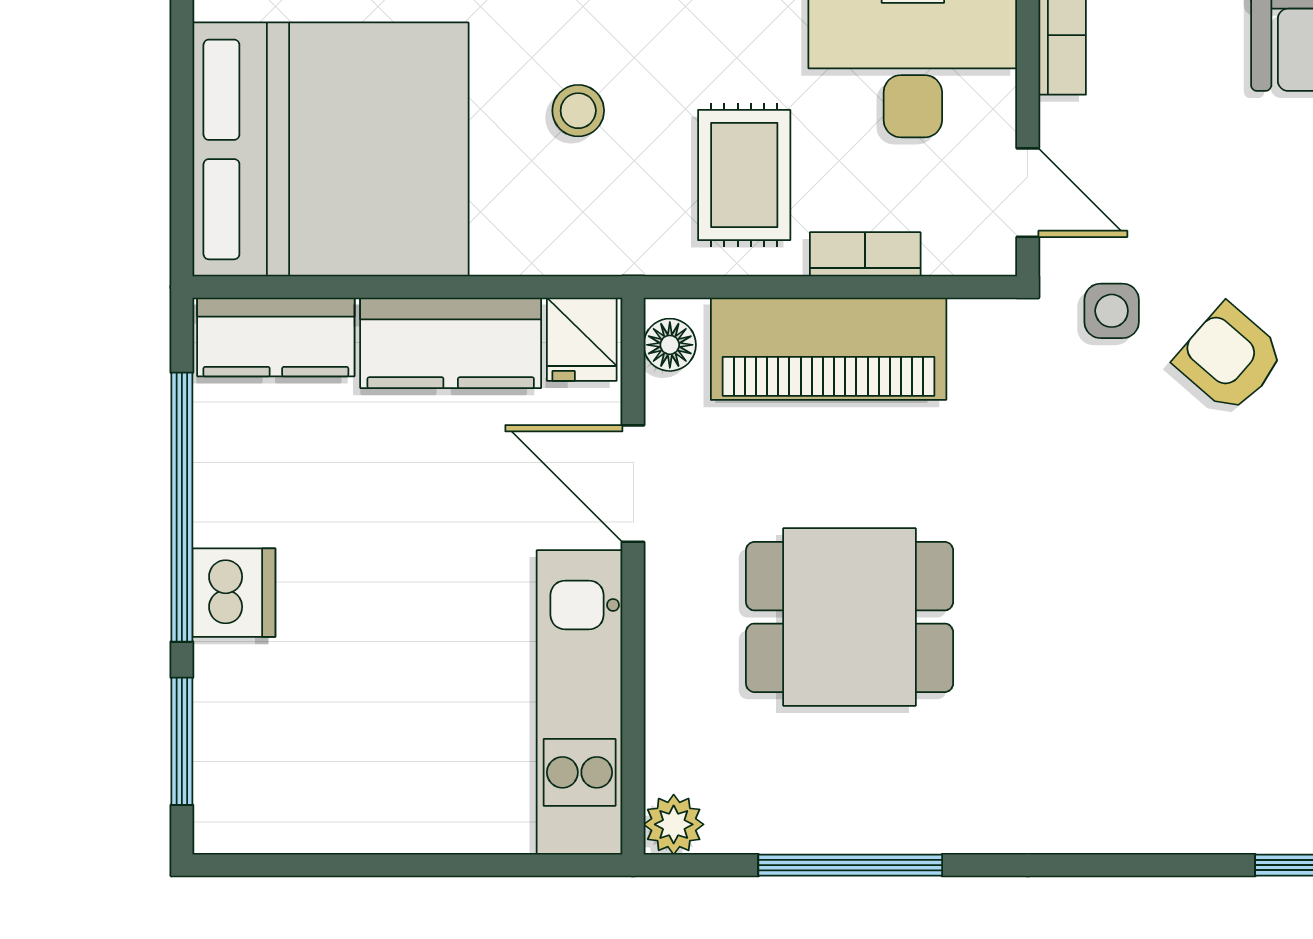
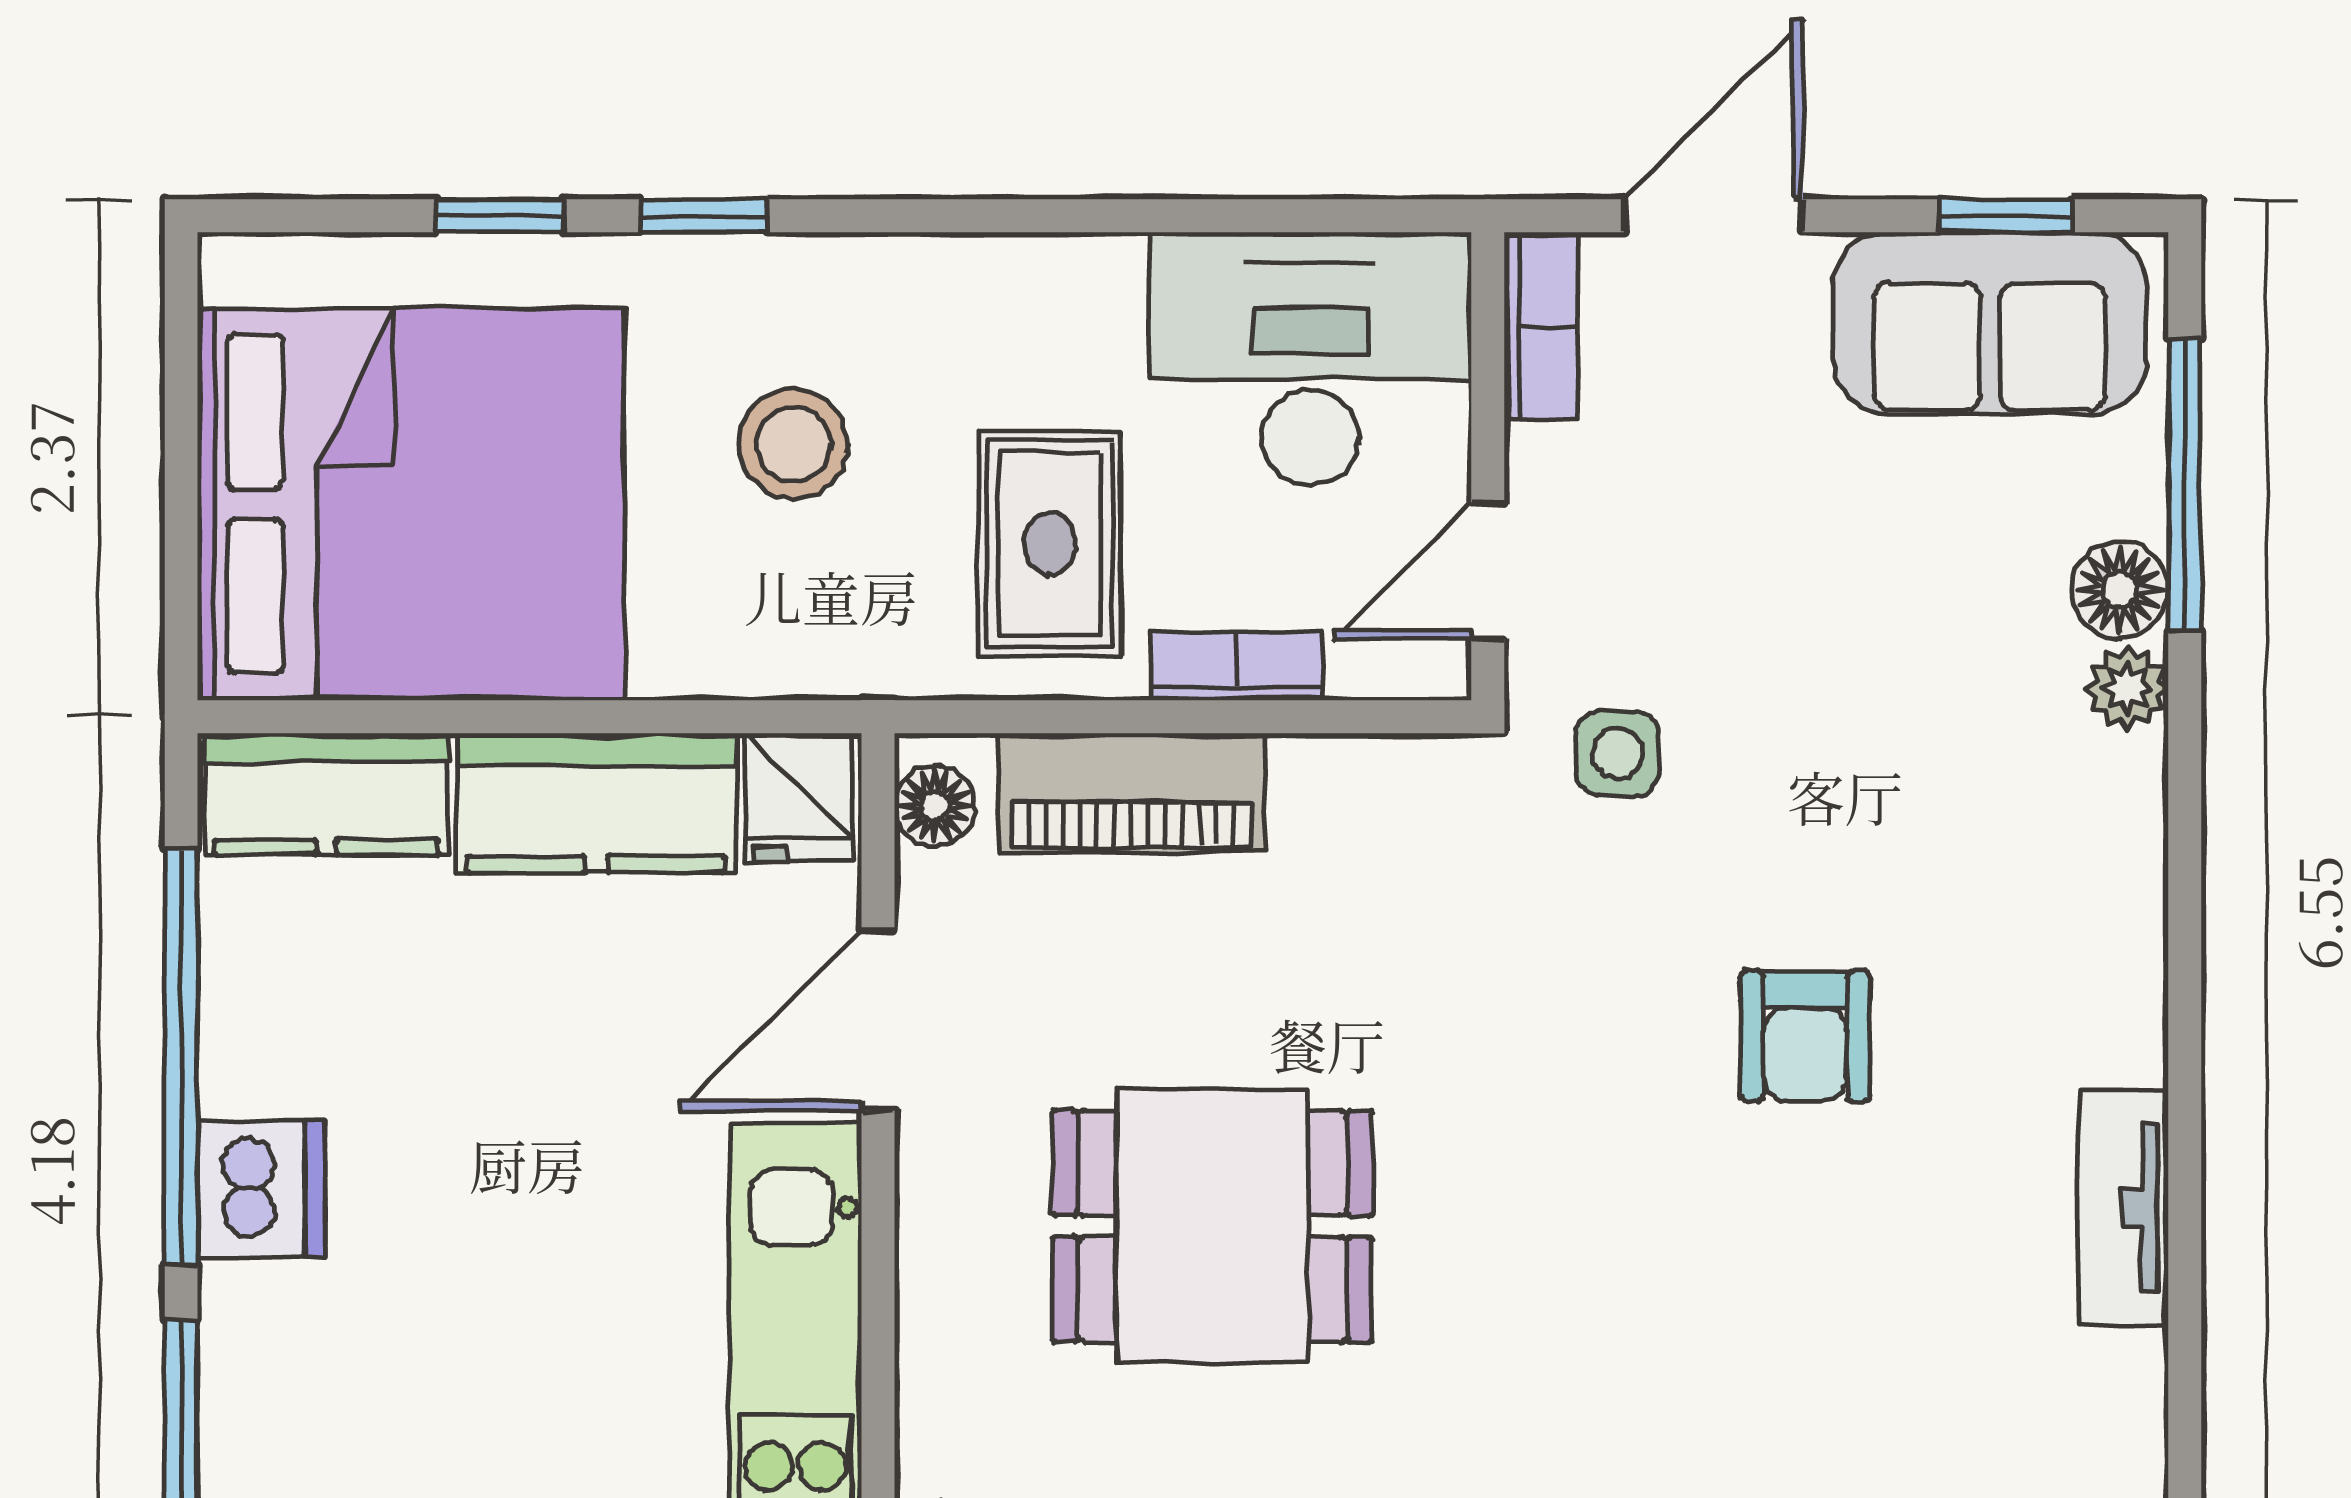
stool: (578, 111) -> (793, 444), width x1.37, depth x1.37
door: (1028, 193) -> (1488, 571), swing flipped
piano: (829, 349) -> (1131, 793), width x0.73, depth x0.75
armchair: (1230, 358) -> (1805, 1036), moved, turned -131
door: (633, 484) -> (878, 1020), hinge flipped

